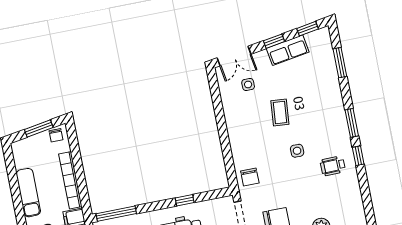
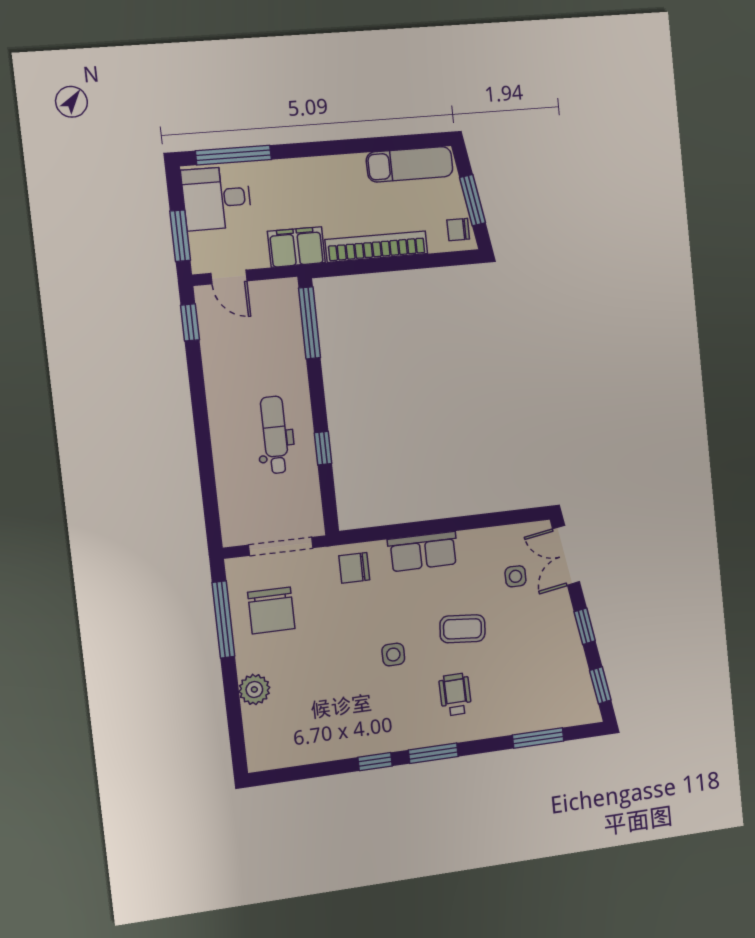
row of seats: (288, 50) -> (423, 552), moved, turned -81
wheelchair: (333, 166) -> (455, 695), moved
exam couch: (28, 193) -> (410, 164), moved

